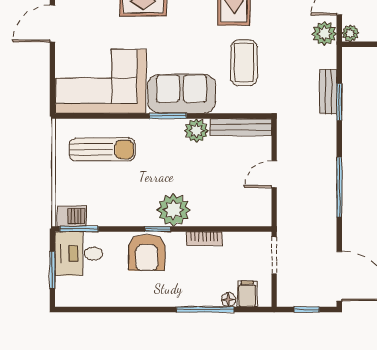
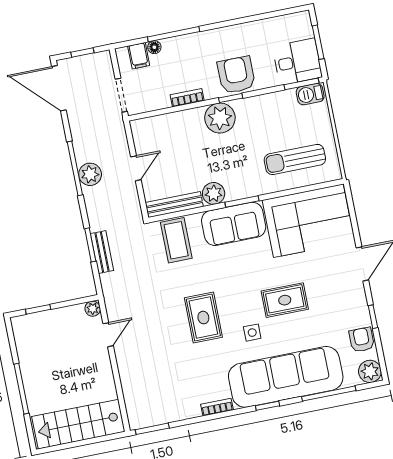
plant: (324, 33) -> (90, 174), moved
coffee table: (244, 63) -> (176, 240), moved

